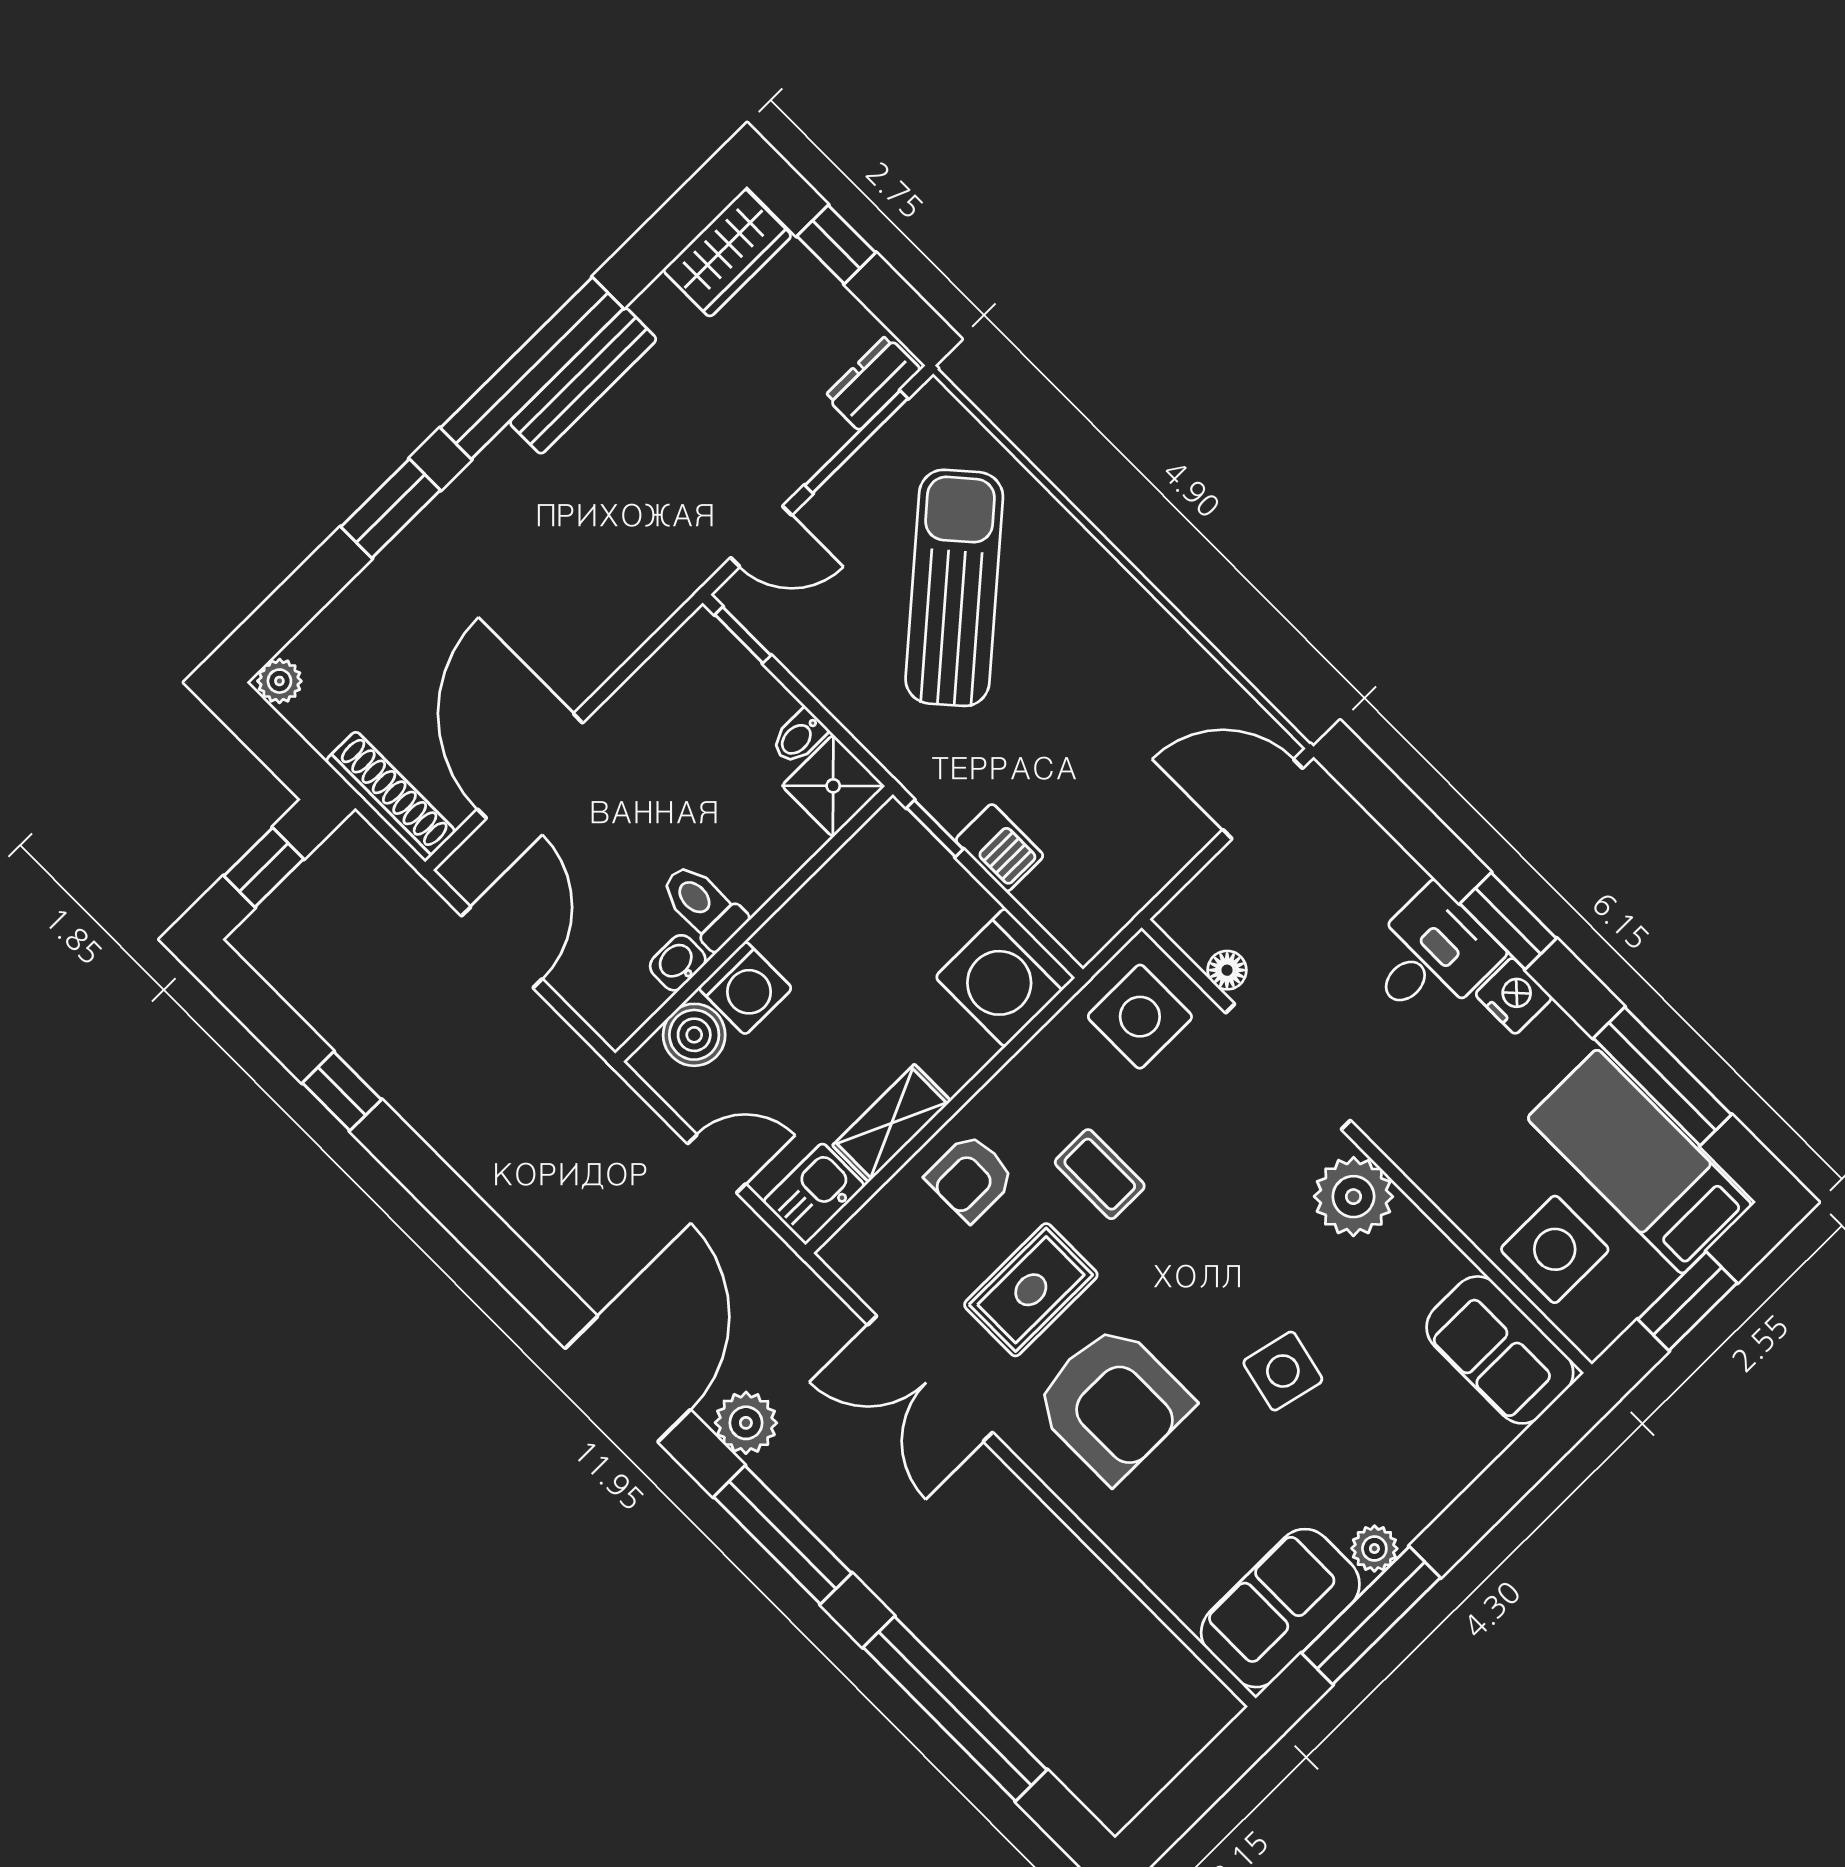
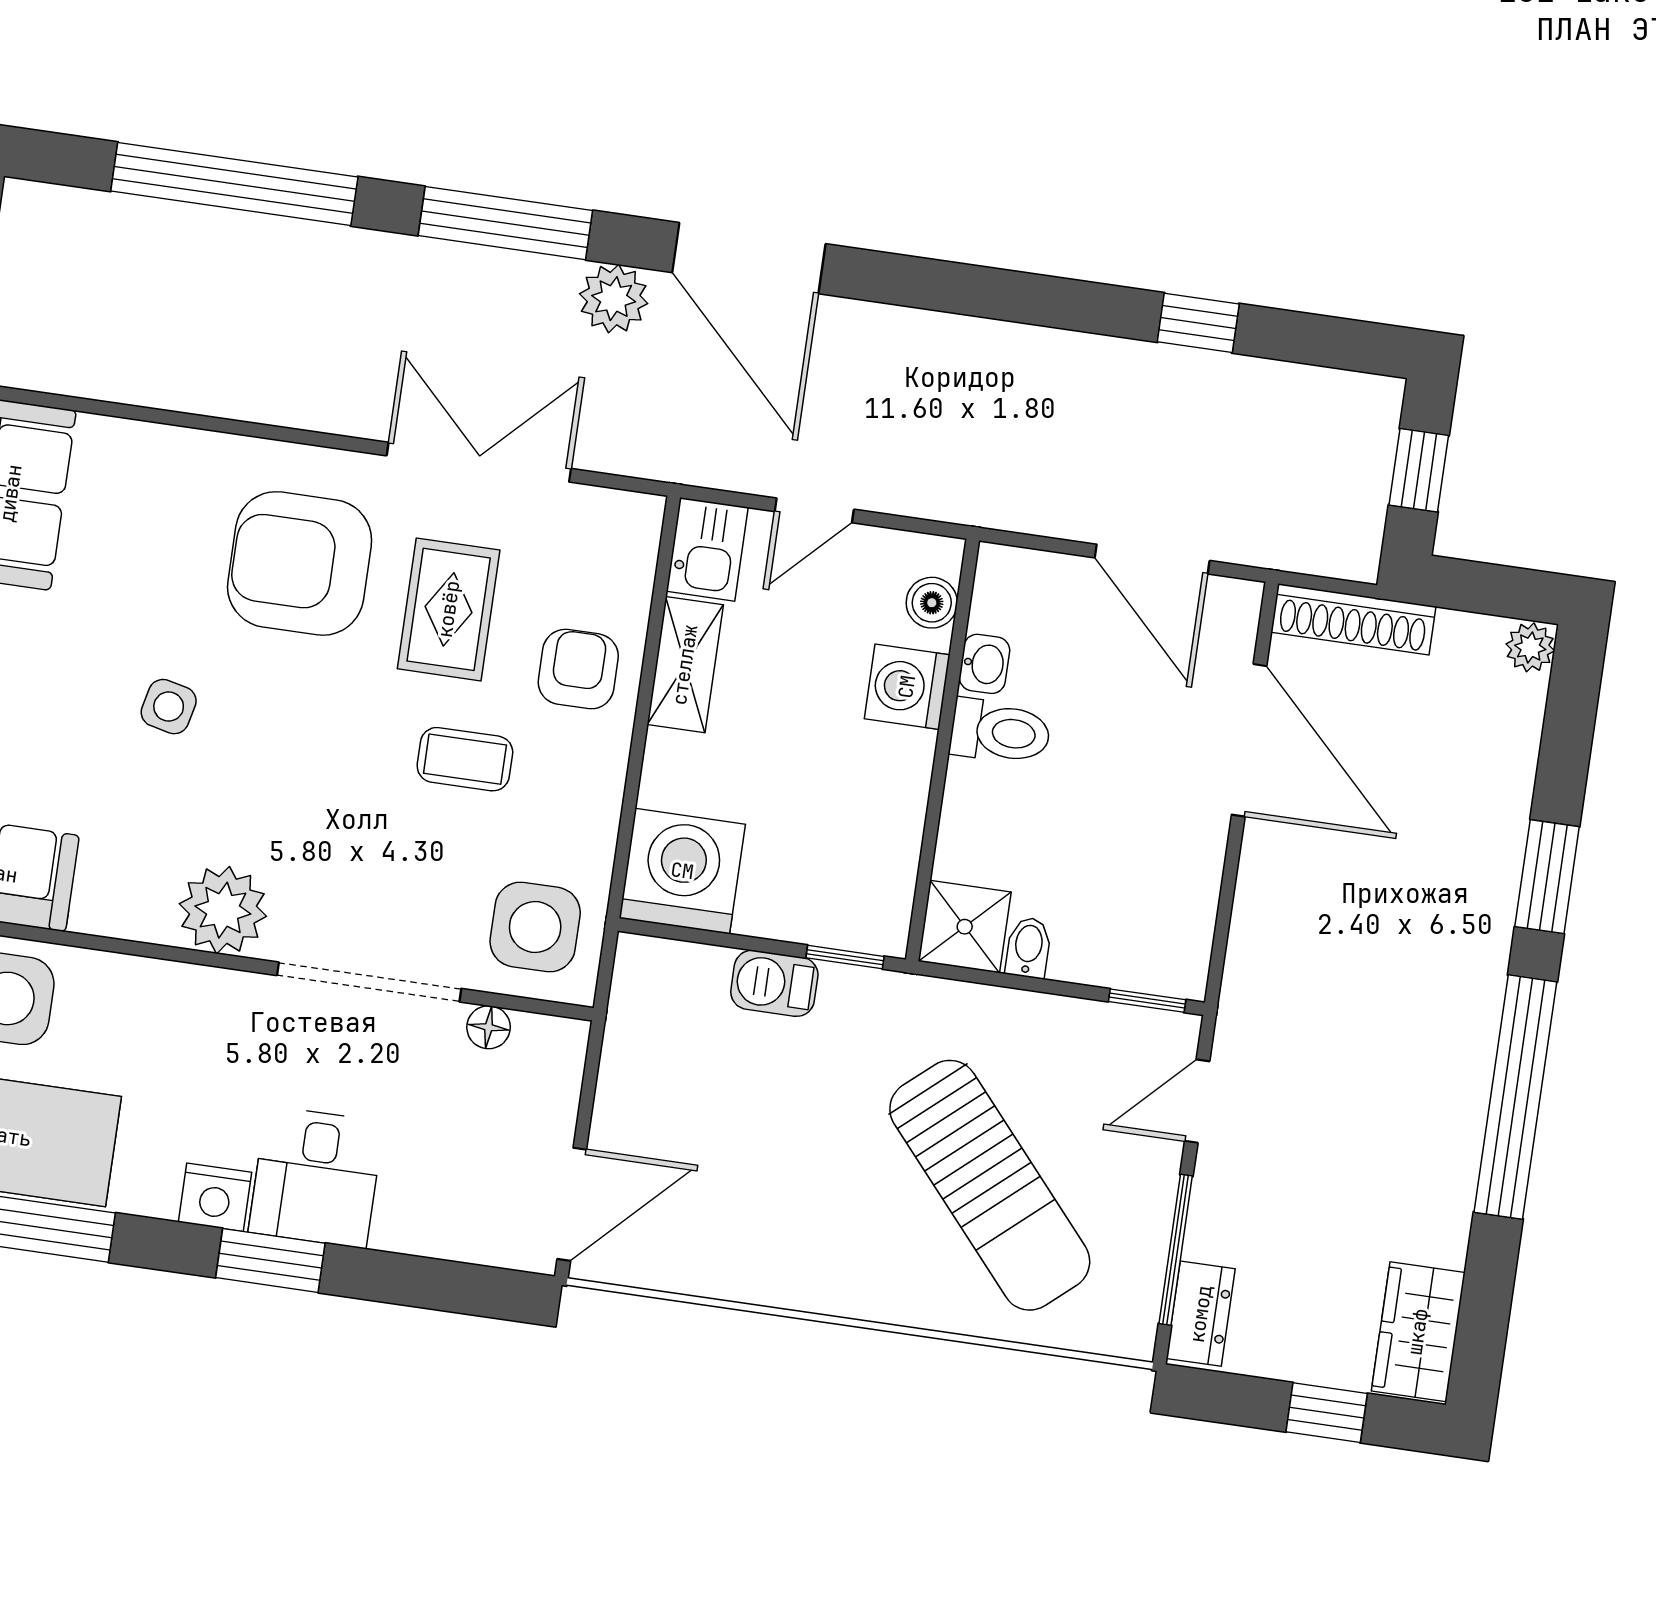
bench: (583, 381) -> (1461, 1120), removed
boiler: (694, 1035) -> (932, 603), width x0.73, depth x0.73
side table: (1283, 1371) -> (169, 707), width x0.73, depth x0.73

